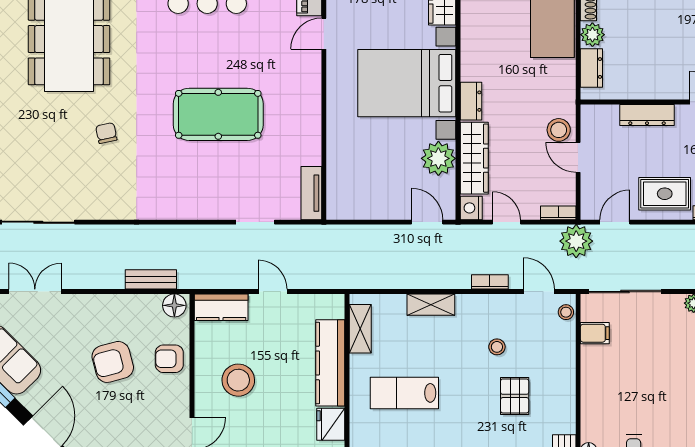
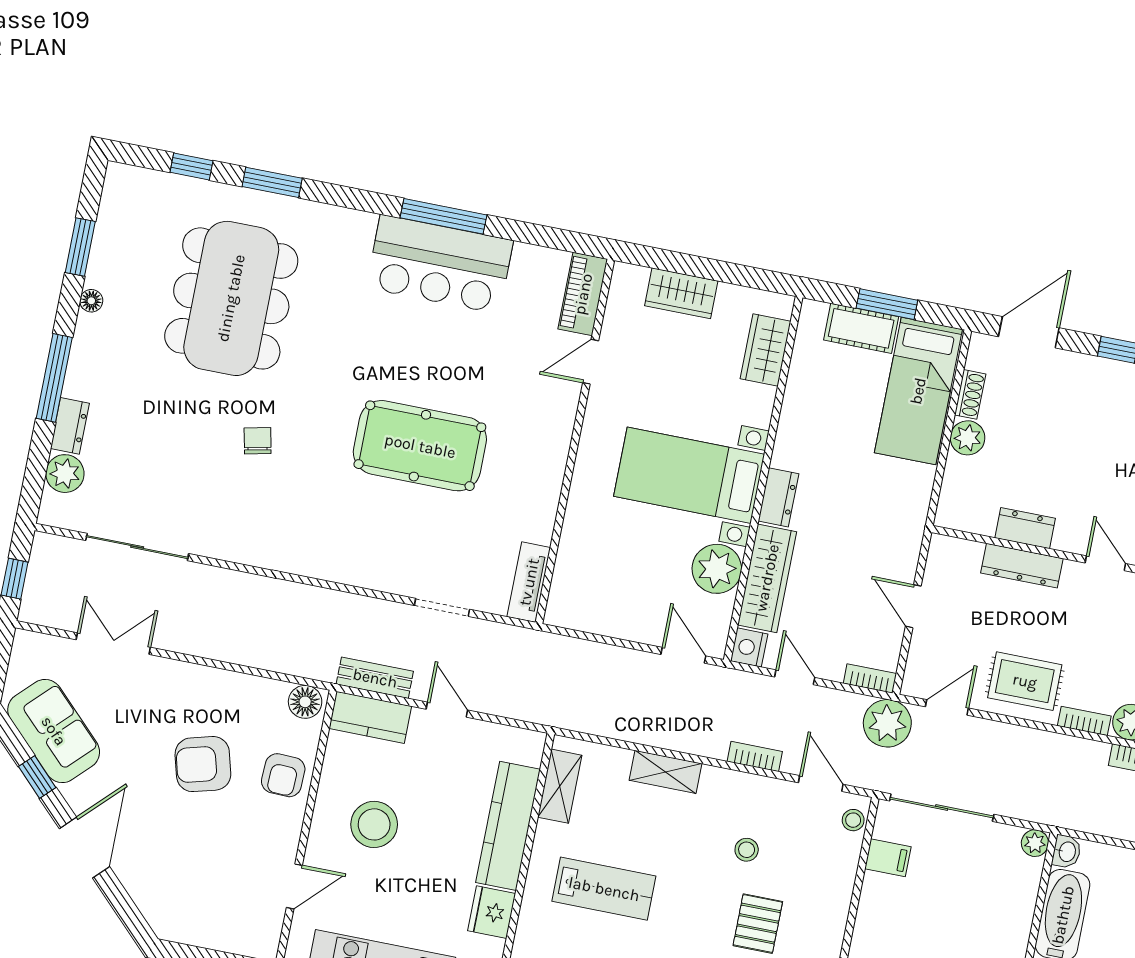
dresser: (591, 68) -> (1025, 528), moved, turned -90
bed with nightstands: (407, 83) -> (689, 475), width x0.73
stool: (559, 130) -> (894, 562), removed
bench: (151, 279) -> (375, 678), moved
armchair: (169, 359) -> (283, 775), turned -88
lab bench: (404, 393) -> (604, 889), turned 180

